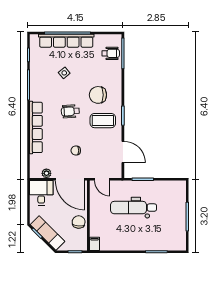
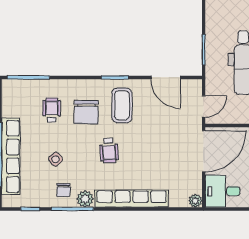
wheelchair: (111, 53) -> (52, 110), moved
plant: (36, 94) -> (85, 199), added
chair: (76, 151) -> (63, 190), moved
door: (123, 152) -> (166, 77), swing flipped
plant: (46, 173) -> (195, 201), moved

